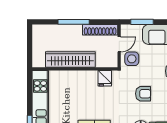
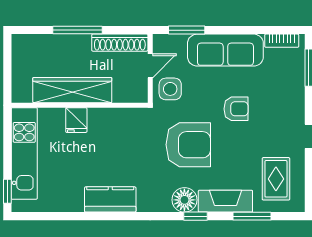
fridge: (105, 78) -> (76, 120), moved
armchair: (143, 94) -> (188, 145), width x1.88, depth x1.88

